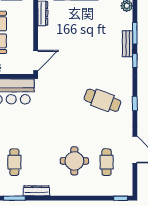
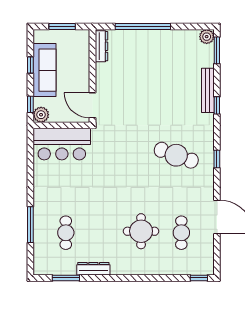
window: (135, 33) -> (217, 50), moved
bench: (128, 44) -> (208, 90), width x1.36
door: (36, 61) -> (92, 105), swing flipped

